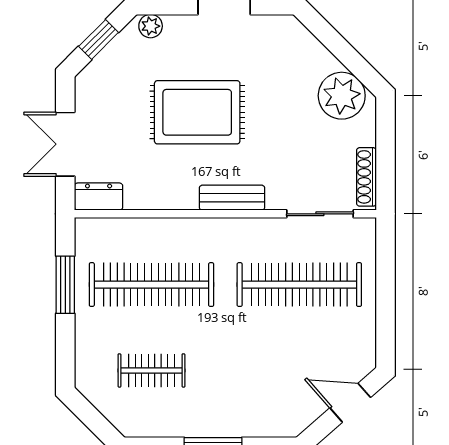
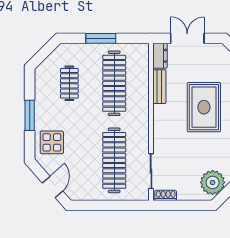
shoe rack: (366, 177) -> (166, 195), width x0.70
bench: (232, 198) -> (159, 87), moved
window: (65, 285) -> (101, 38), moved
display table: (265, 404) -> (52, 142), added

